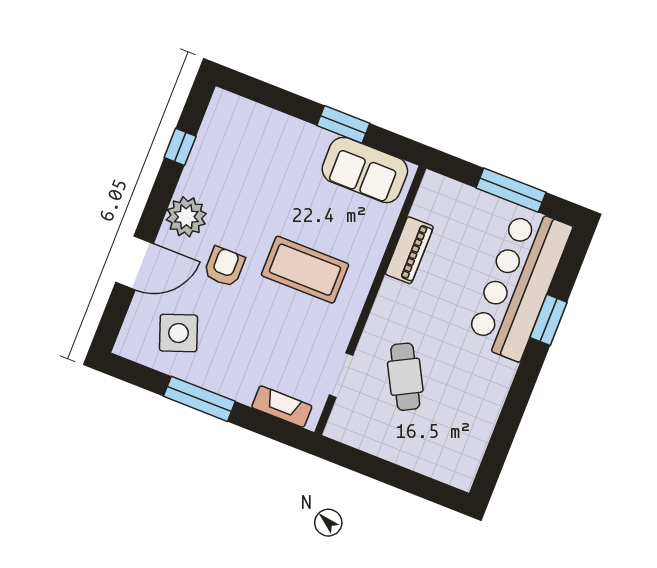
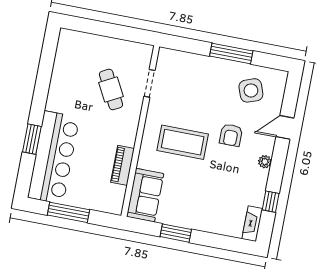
sofa: (365, 170) -> (145, 195), moved, turned 90
plant: (186, 217) -> (265, 162), width x0.53, depth x0.53
door: (135, 263) -> (285, 127), width x0.73
fireplace: (282, 407) -> (252, 224), moved, turned 90

